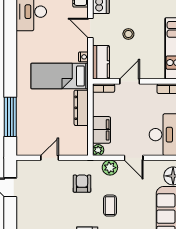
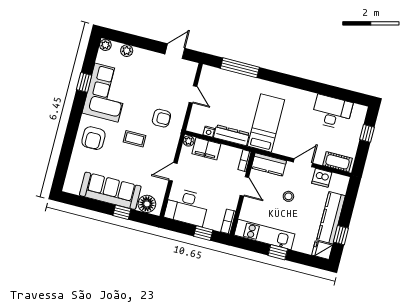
nightstand: (83, 57) -> (209, 132), moved
plant: (110, 168) -> (170, 148), removed

